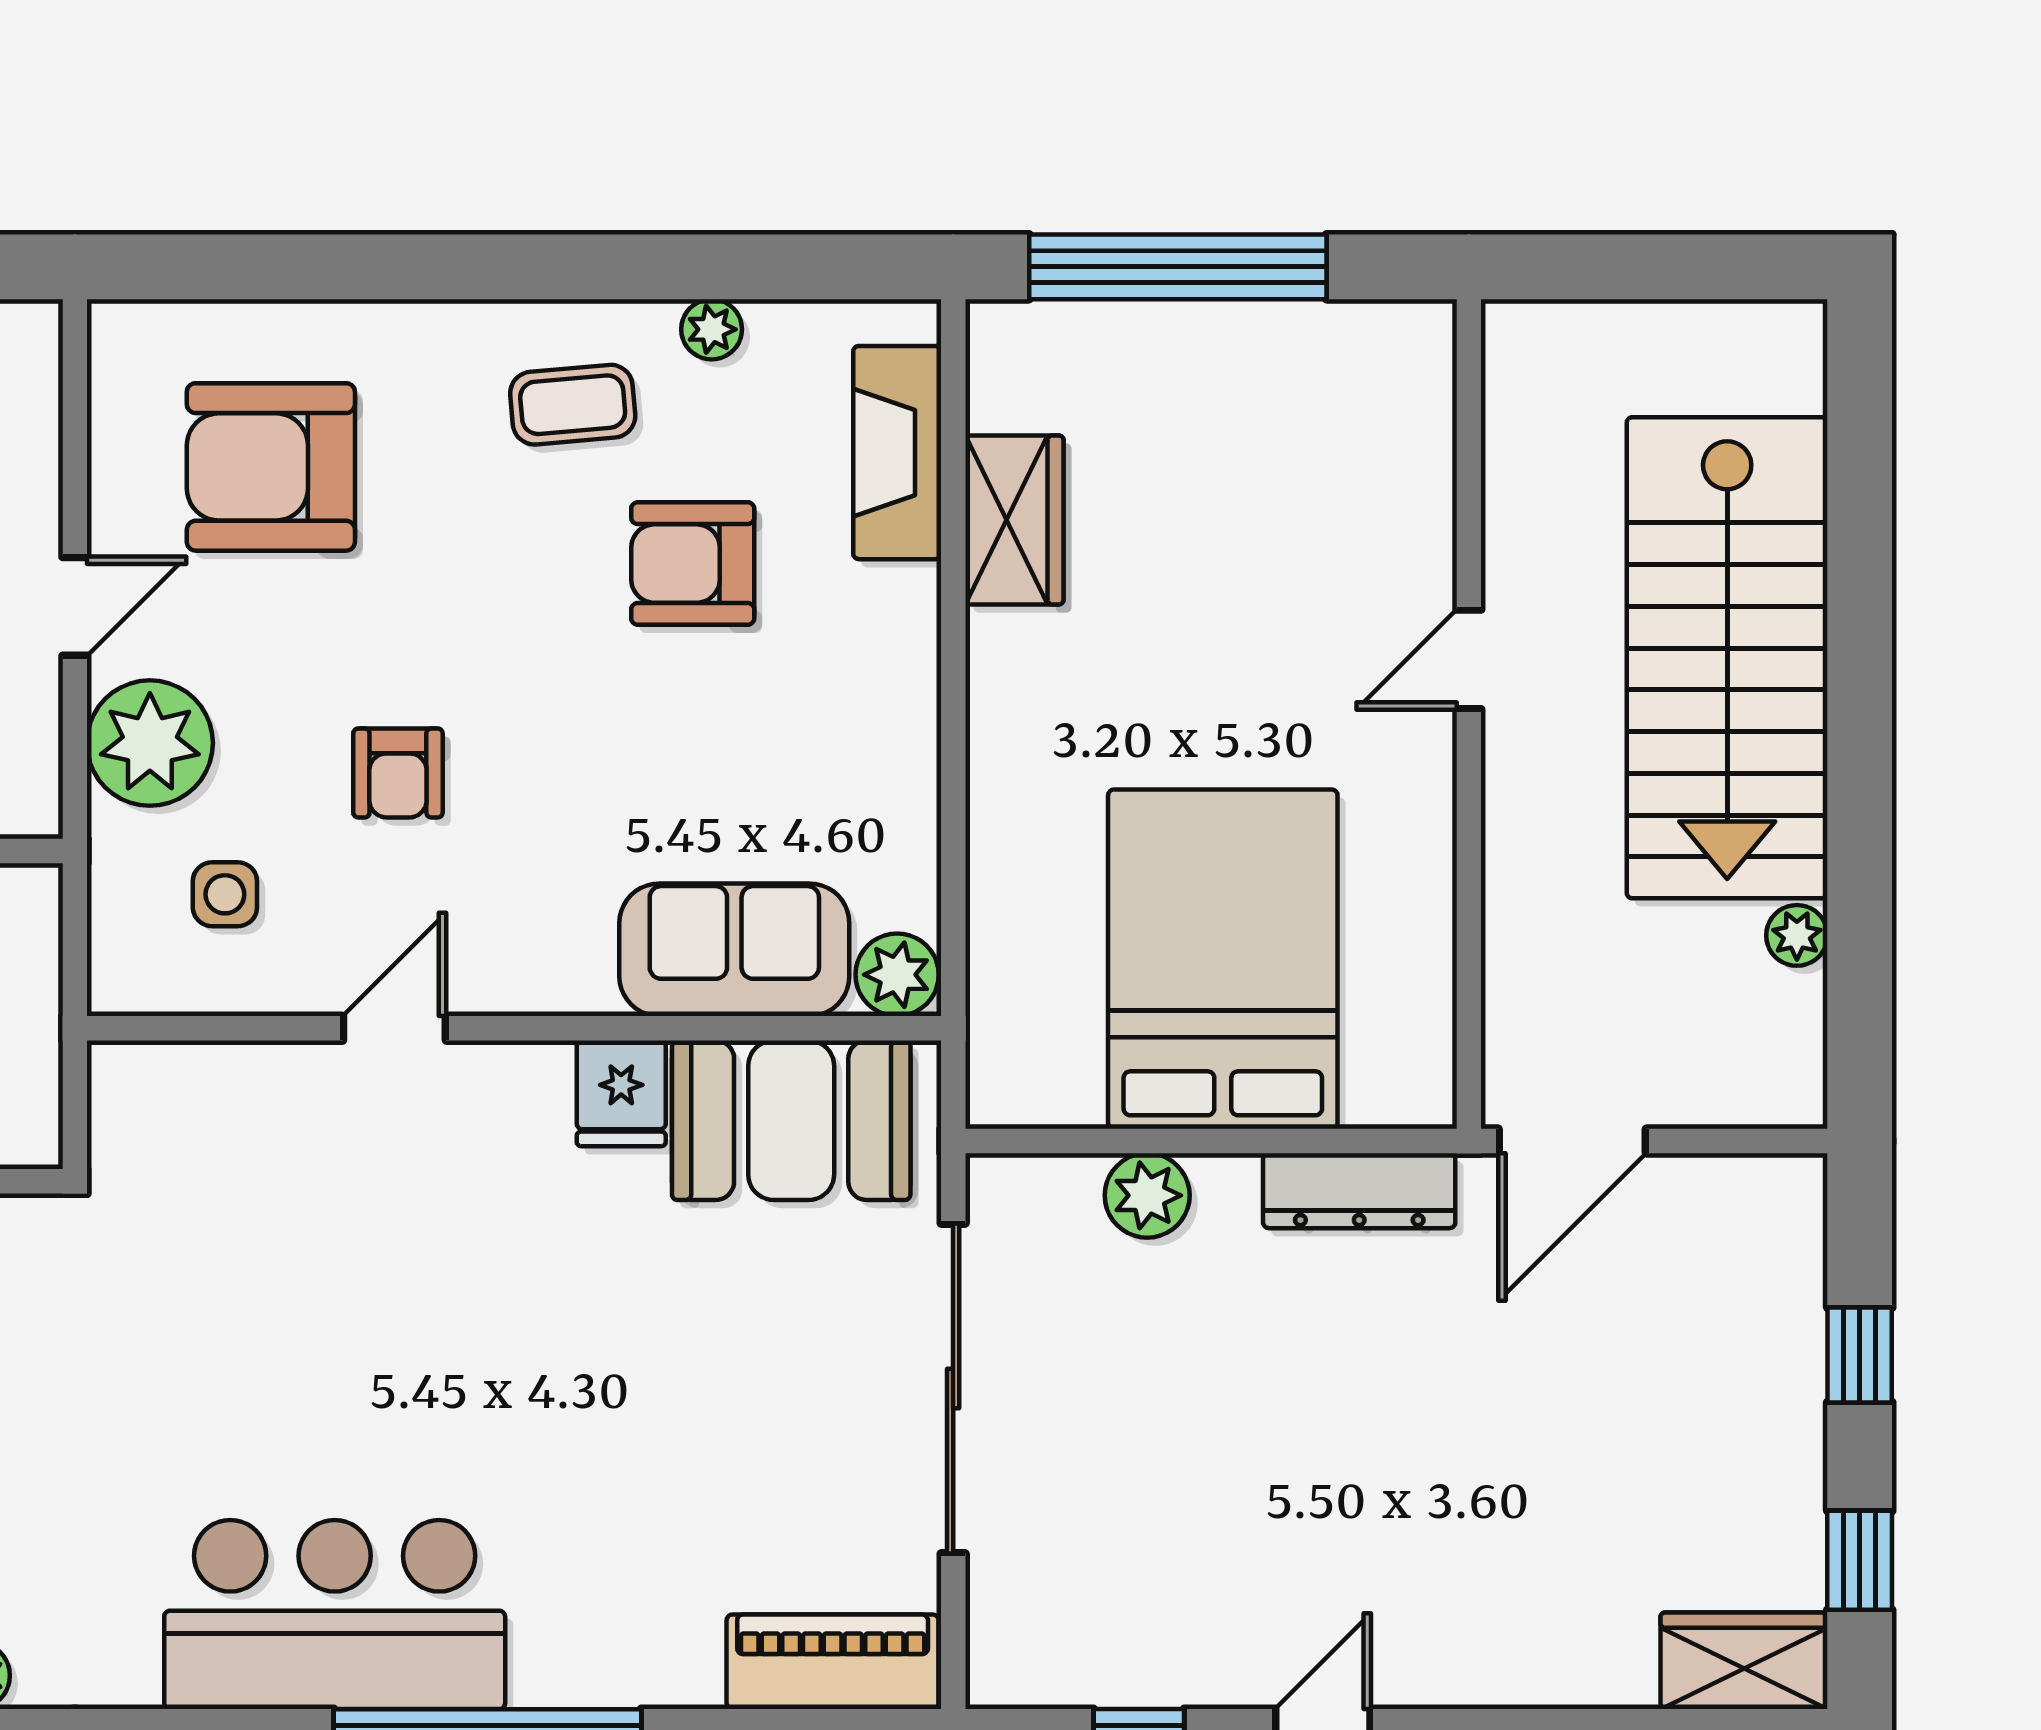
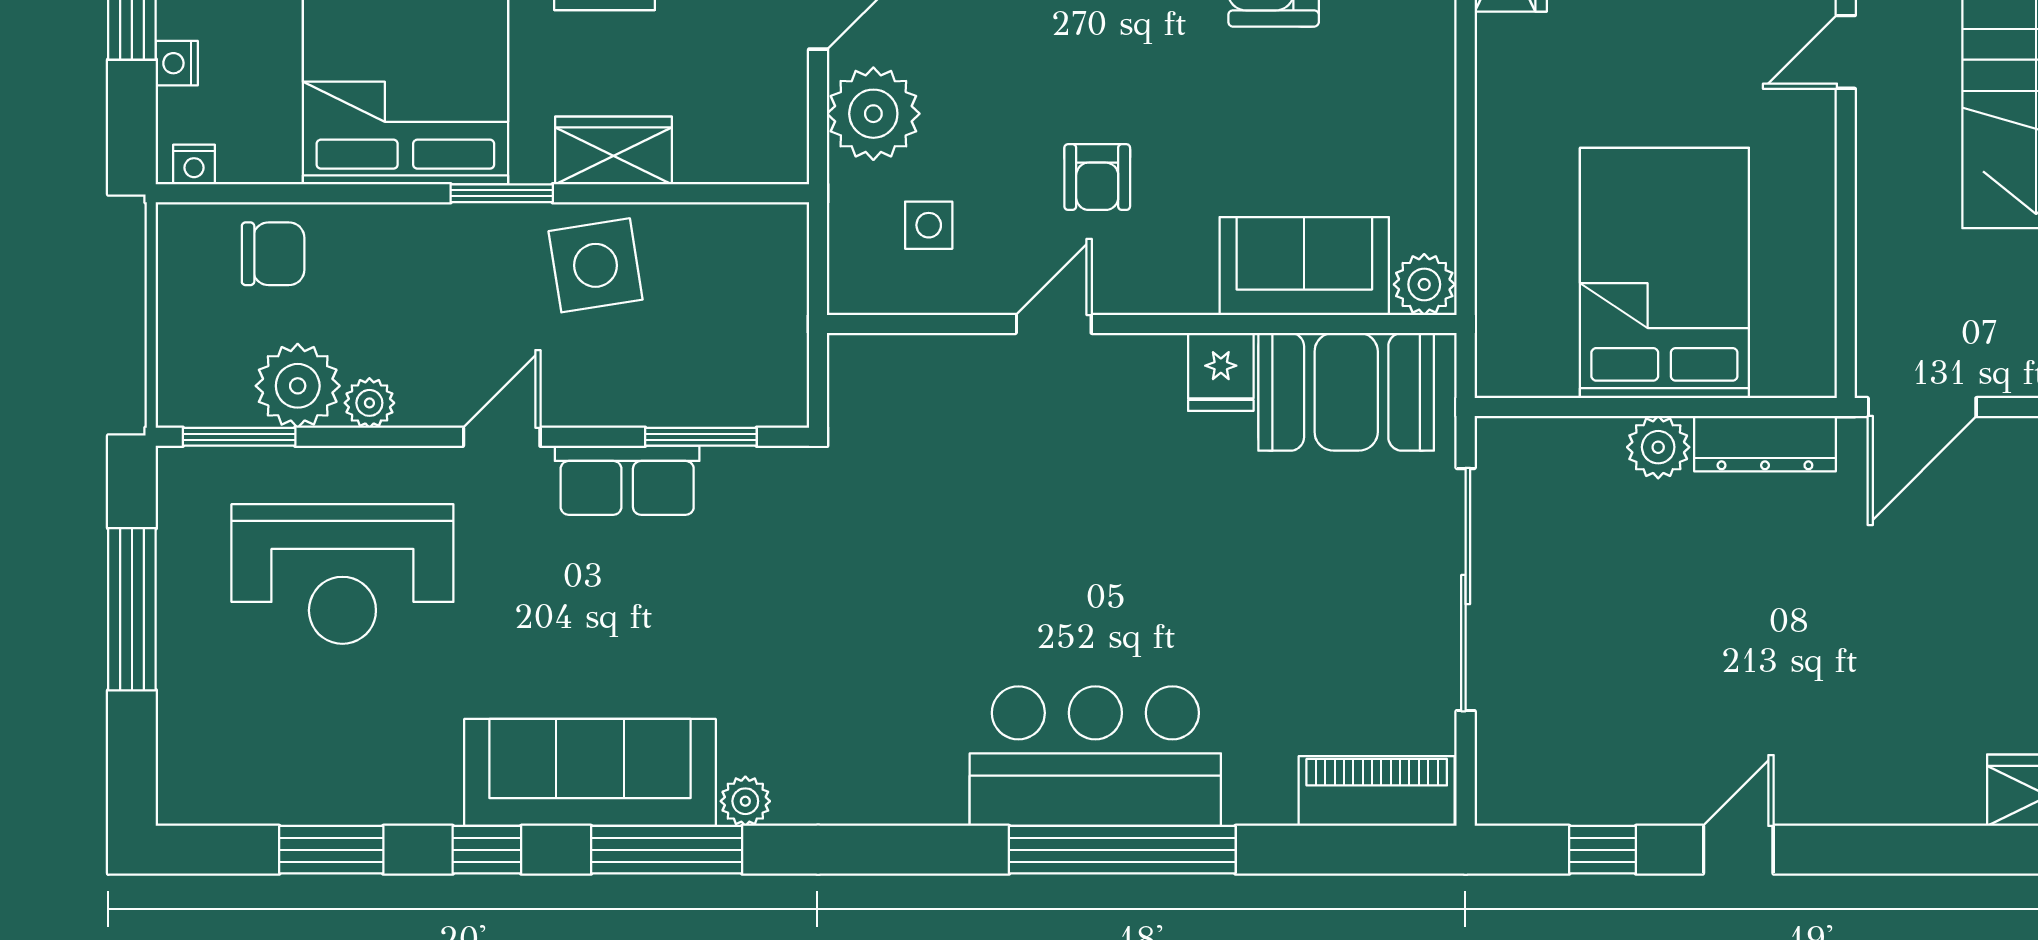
armchair: (398, 773) -> (1097, 177), moved
plant: (1147, 1195) -> (1658, 447), moved
bar counter: (335, 1614) -> (1095, 756), moved

